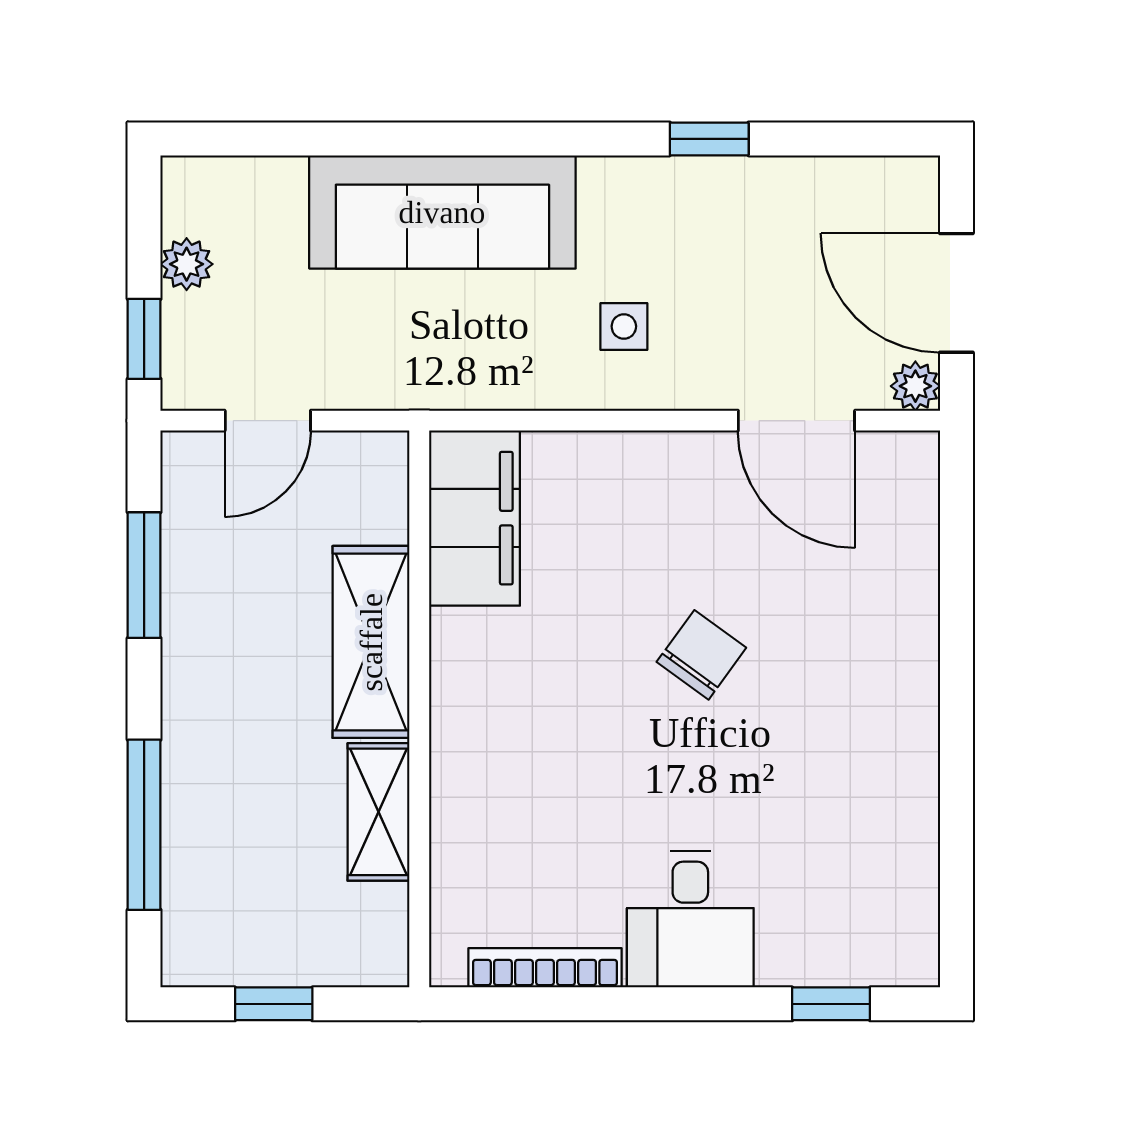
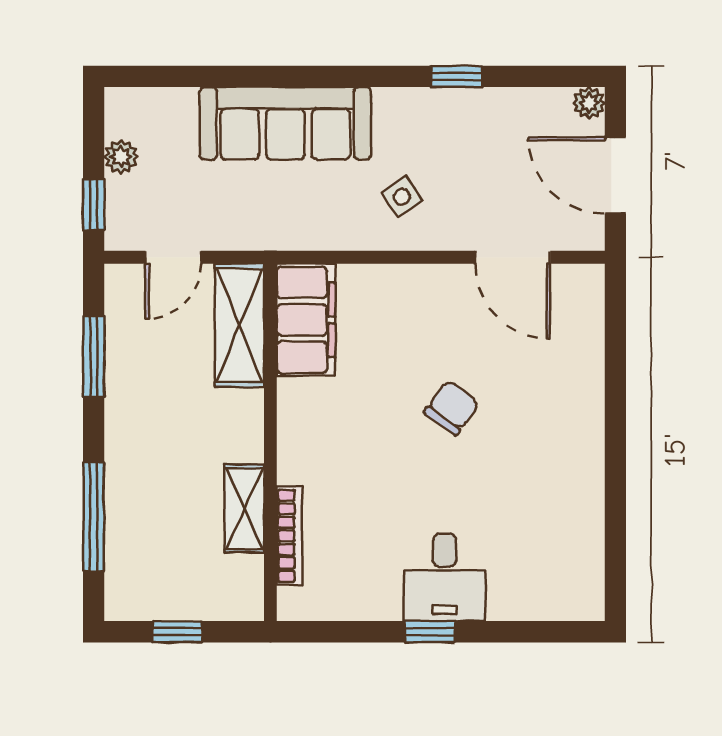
side table: (624, 326) -> (402, 197), turned -34
plant: (915, 386) -> (589, 103), moved
shelving: (371, 642) -> (239, 325), moved
bookcase: (545, 968) -> (289, 536), moved, turned 90
window: (831, 1004) -> (430, 632), moved

